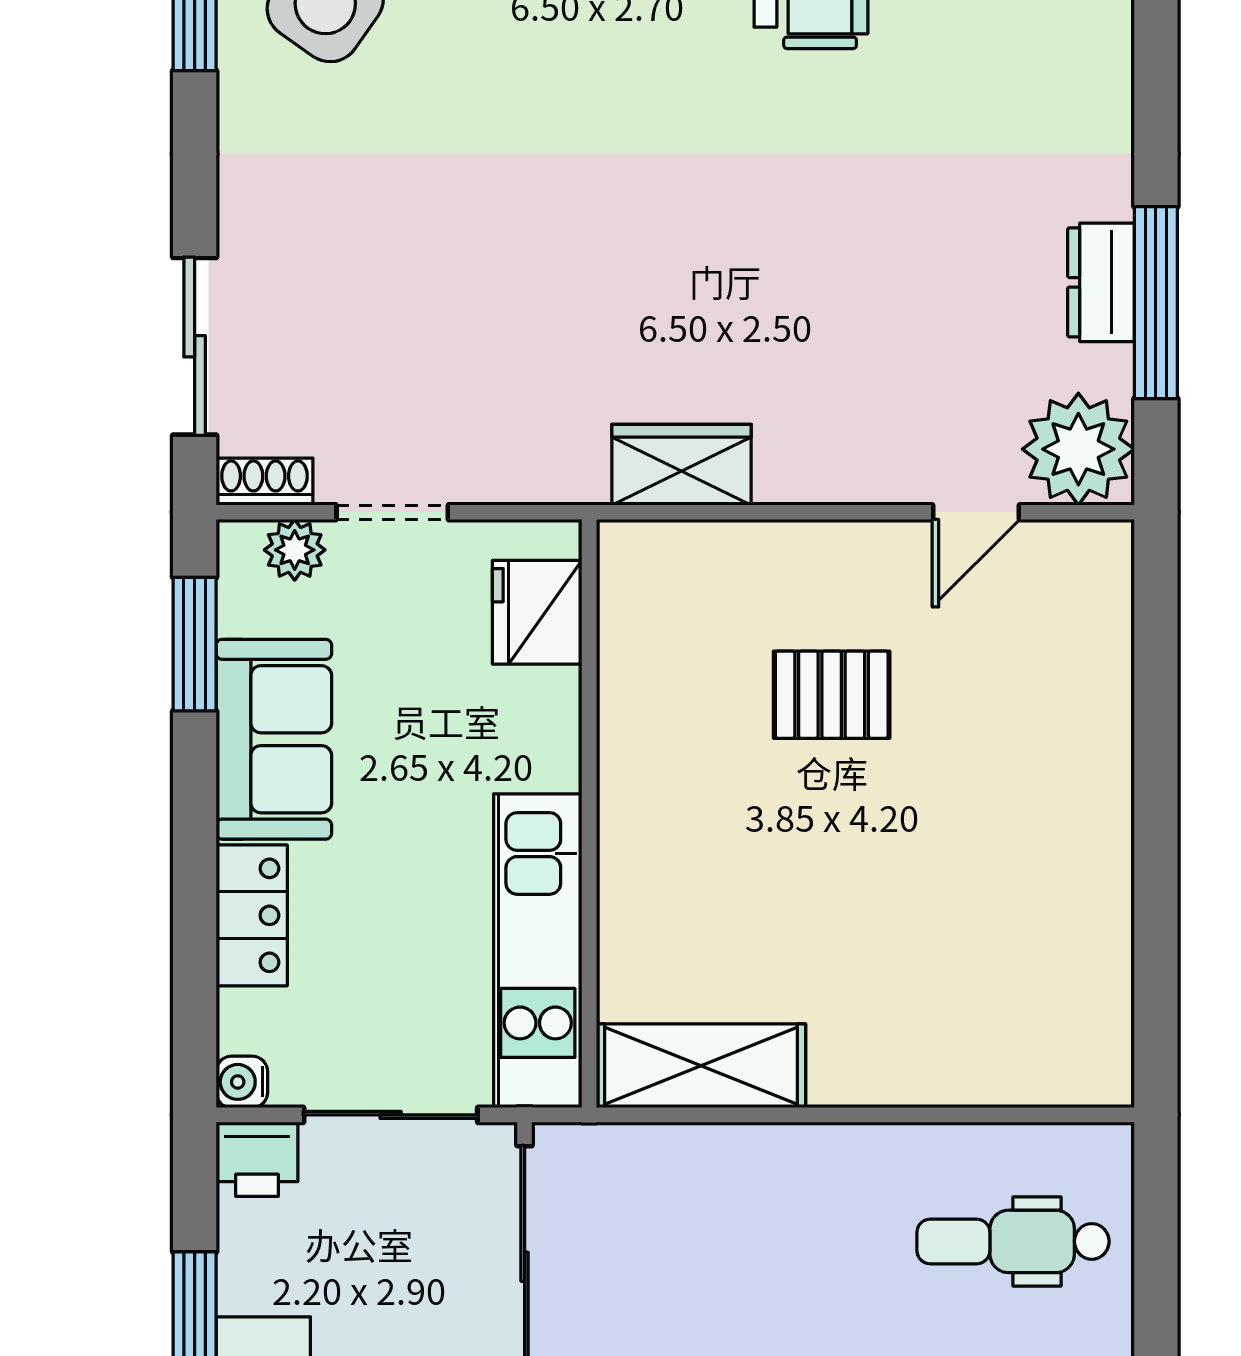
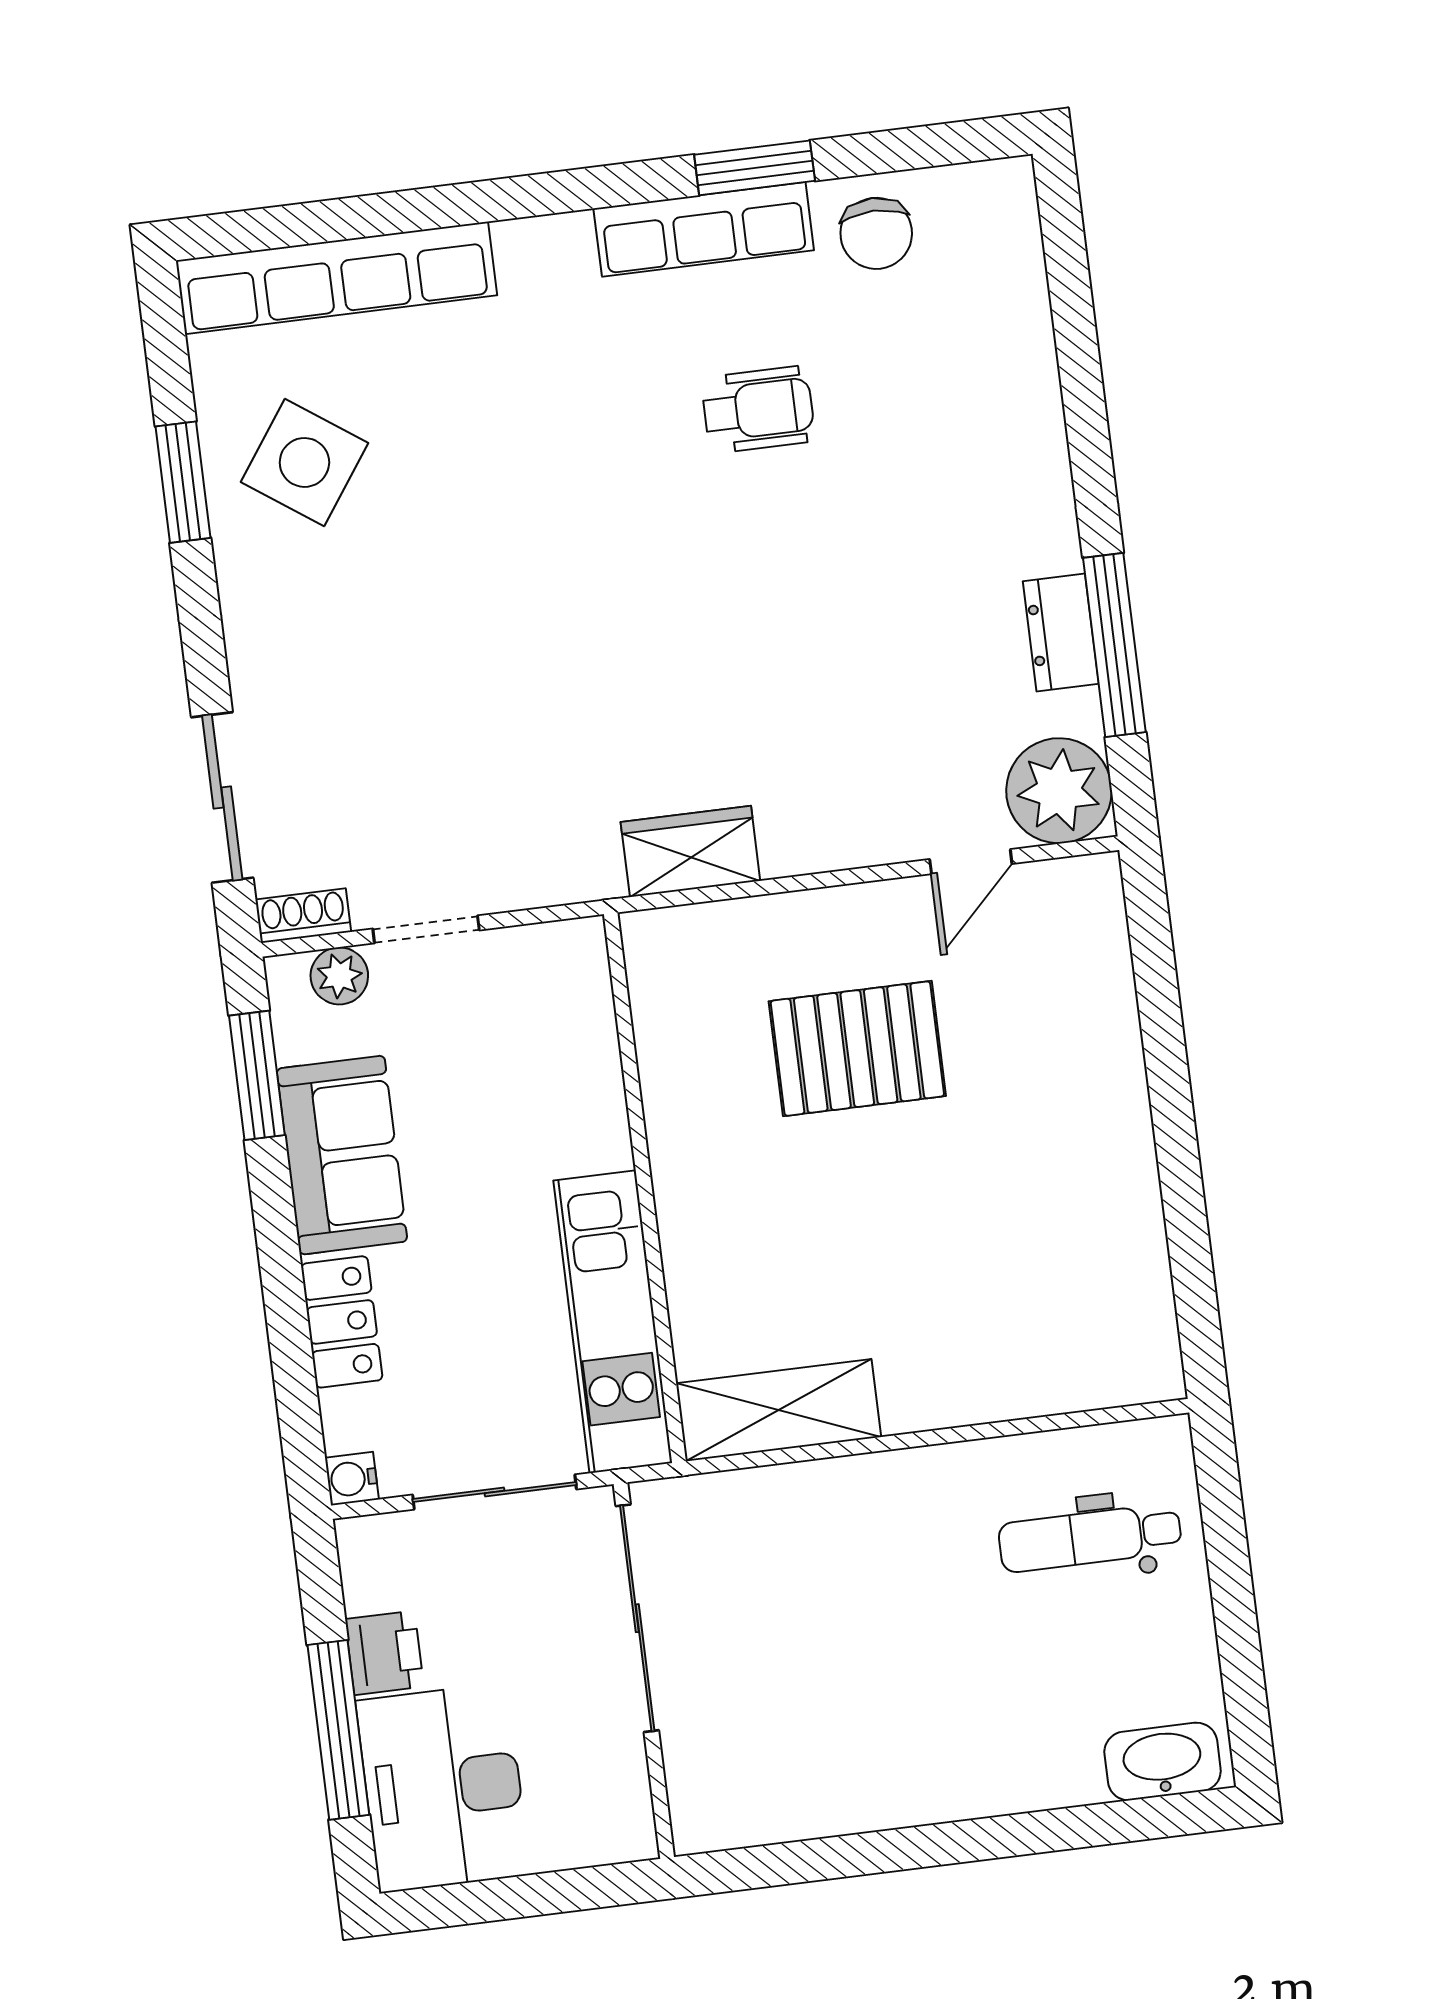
fridge: (537, 612) -> (573, 1006), removed
pallet: (832, 695) -> (857, 1049), width x1.50, depth x1.42
printer: (257, 1159) -> (384, 1653), moved, turned -90

